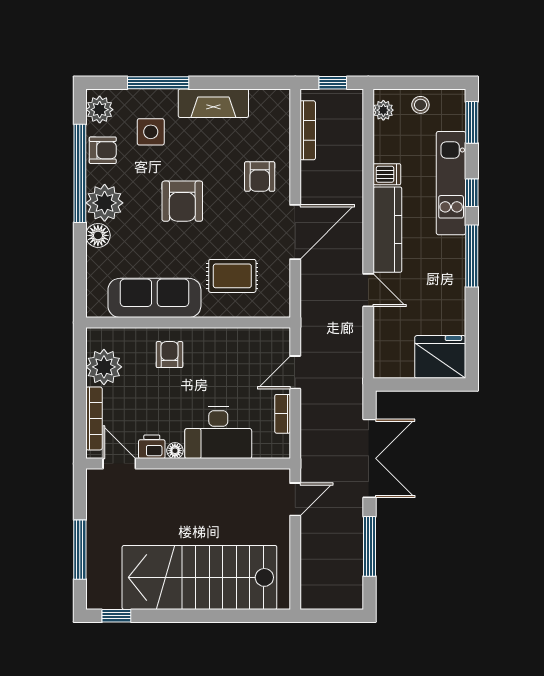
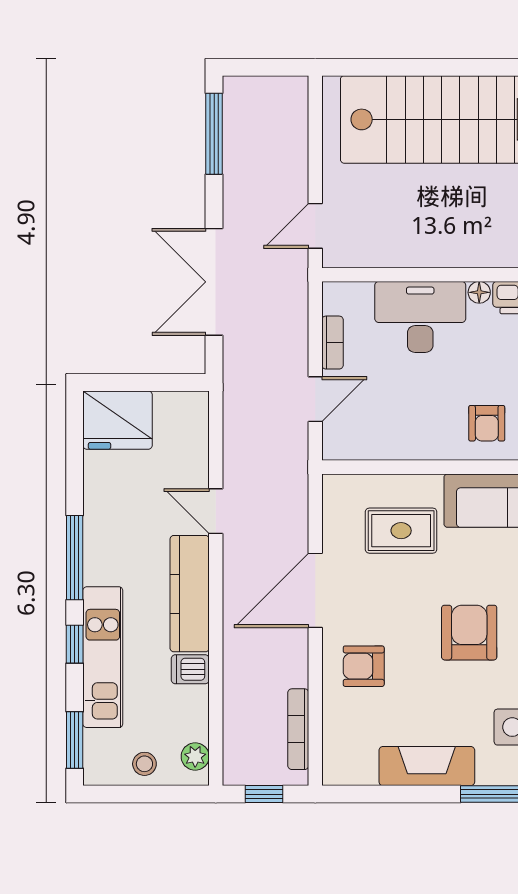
armchair: (260, 176) -> (364, 666), turned -90
window: (369, 546) -> (214, 134), moved

